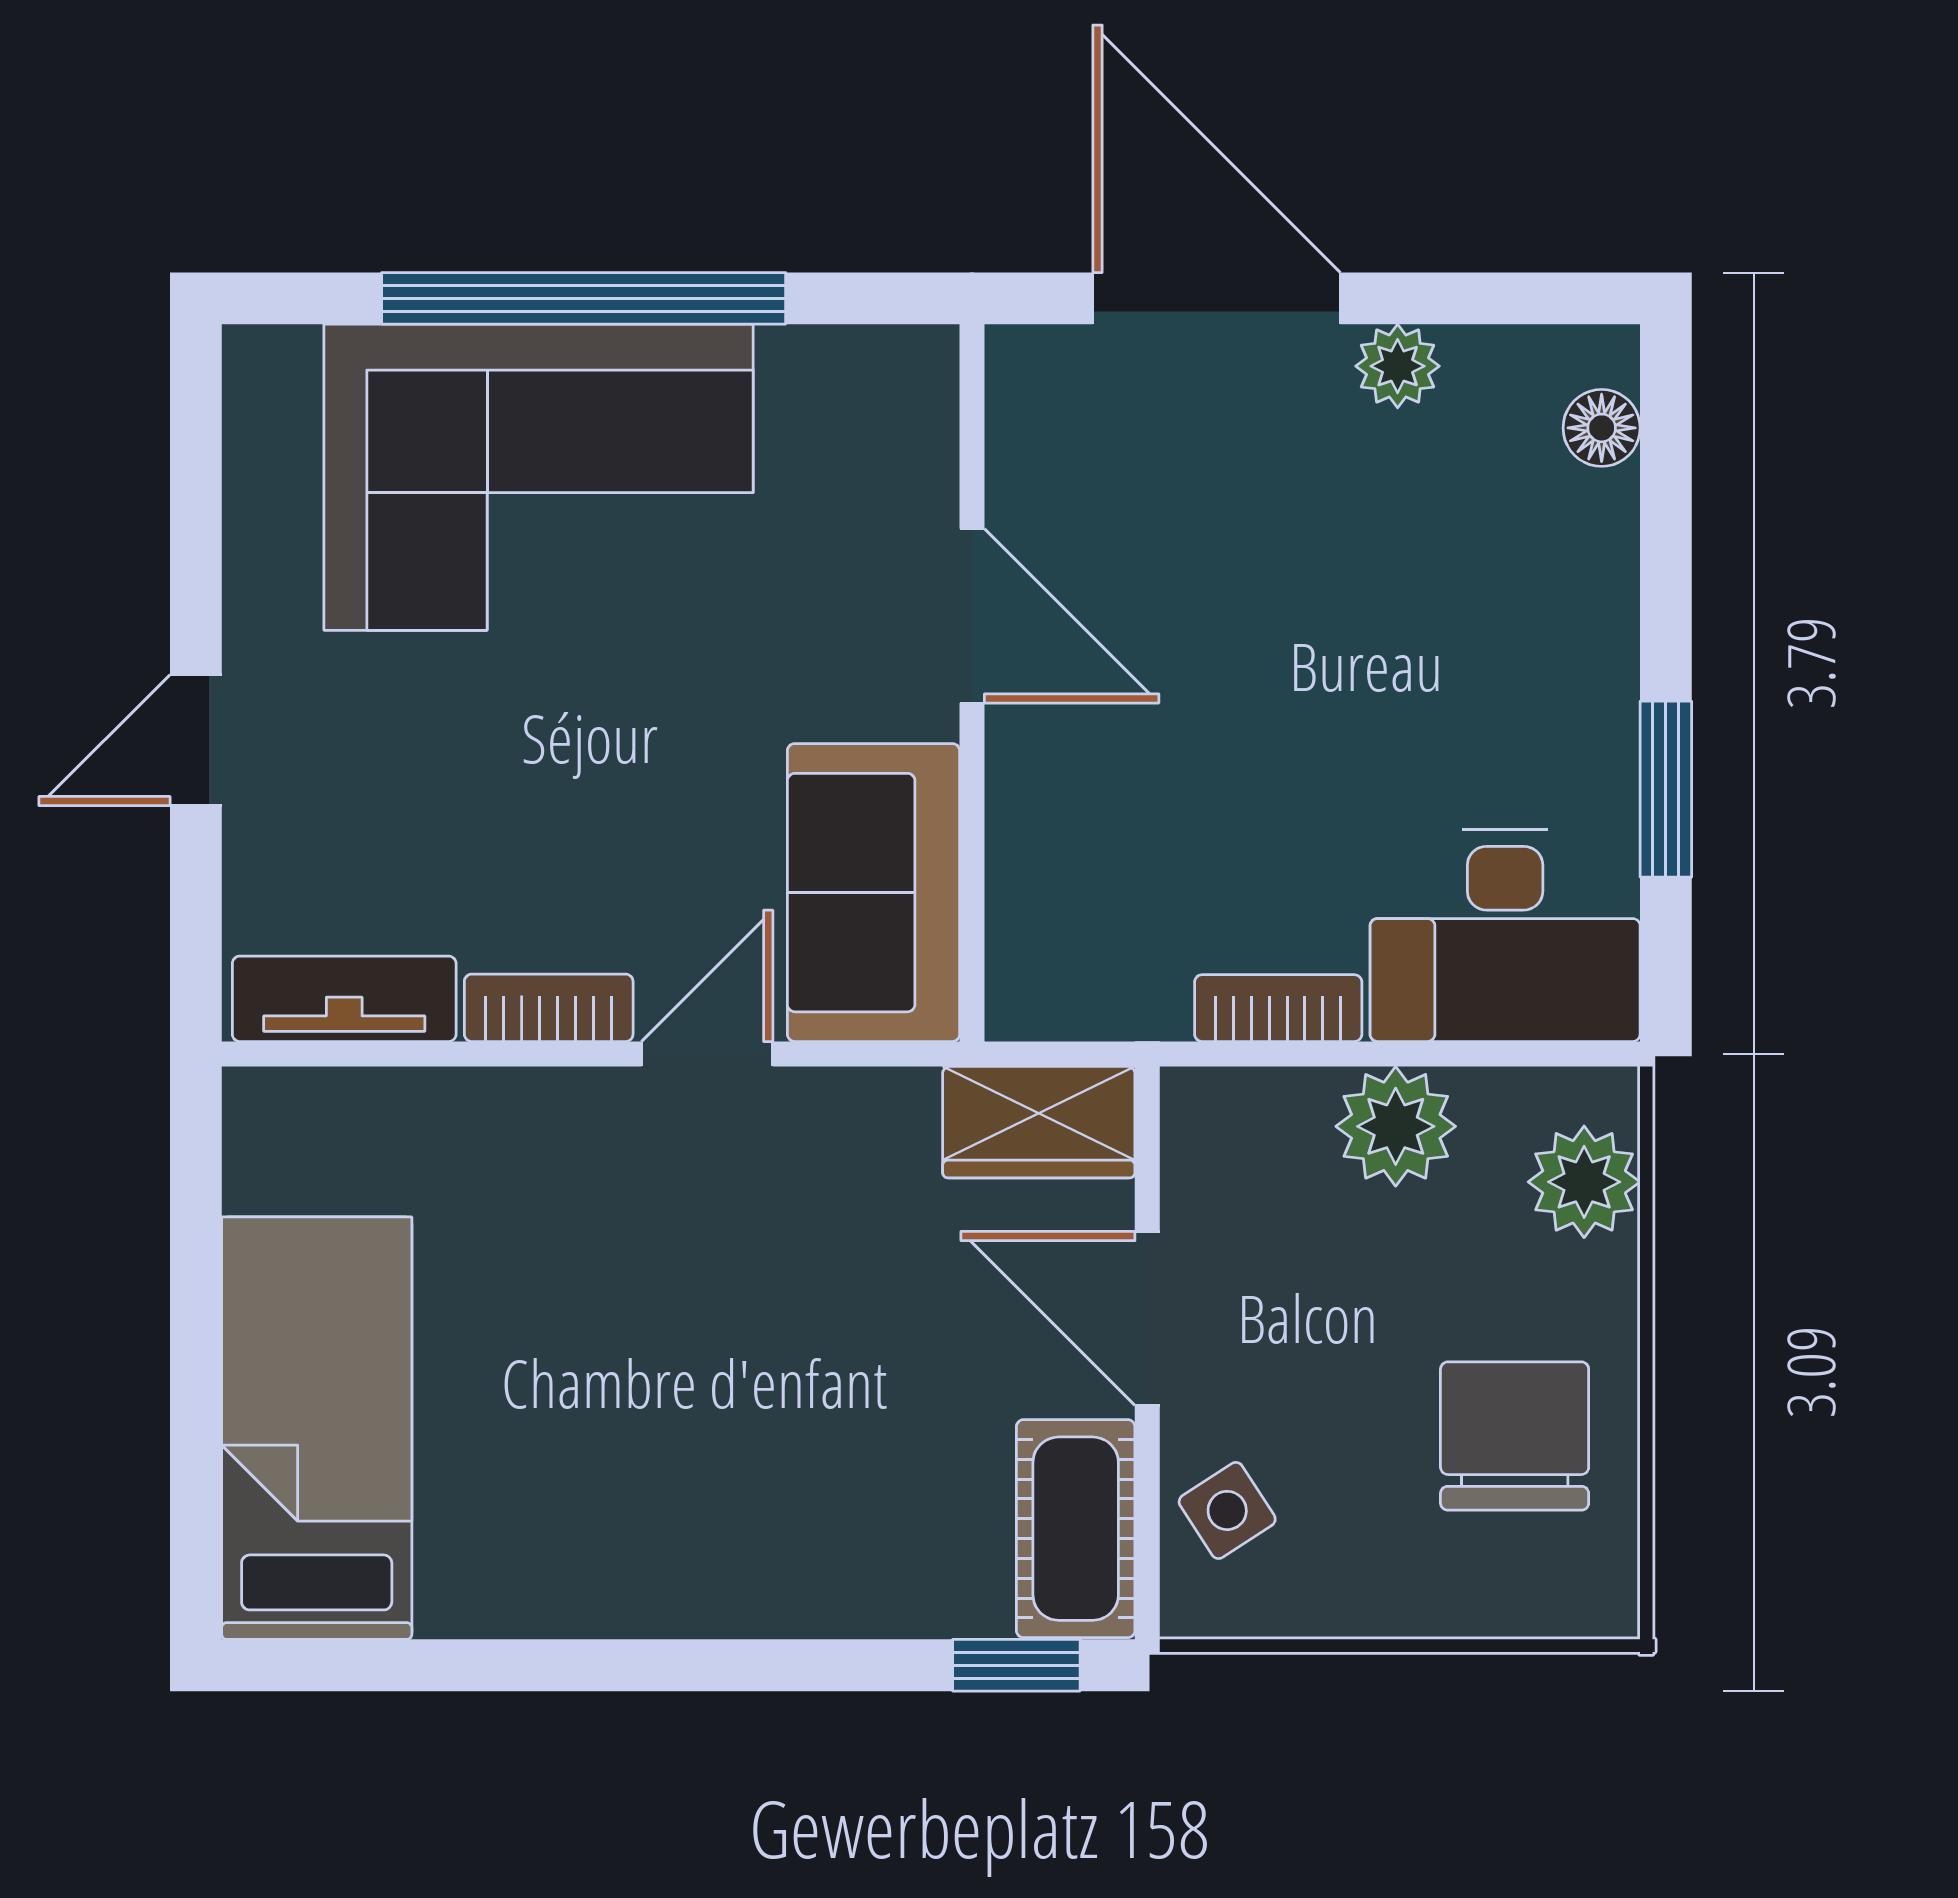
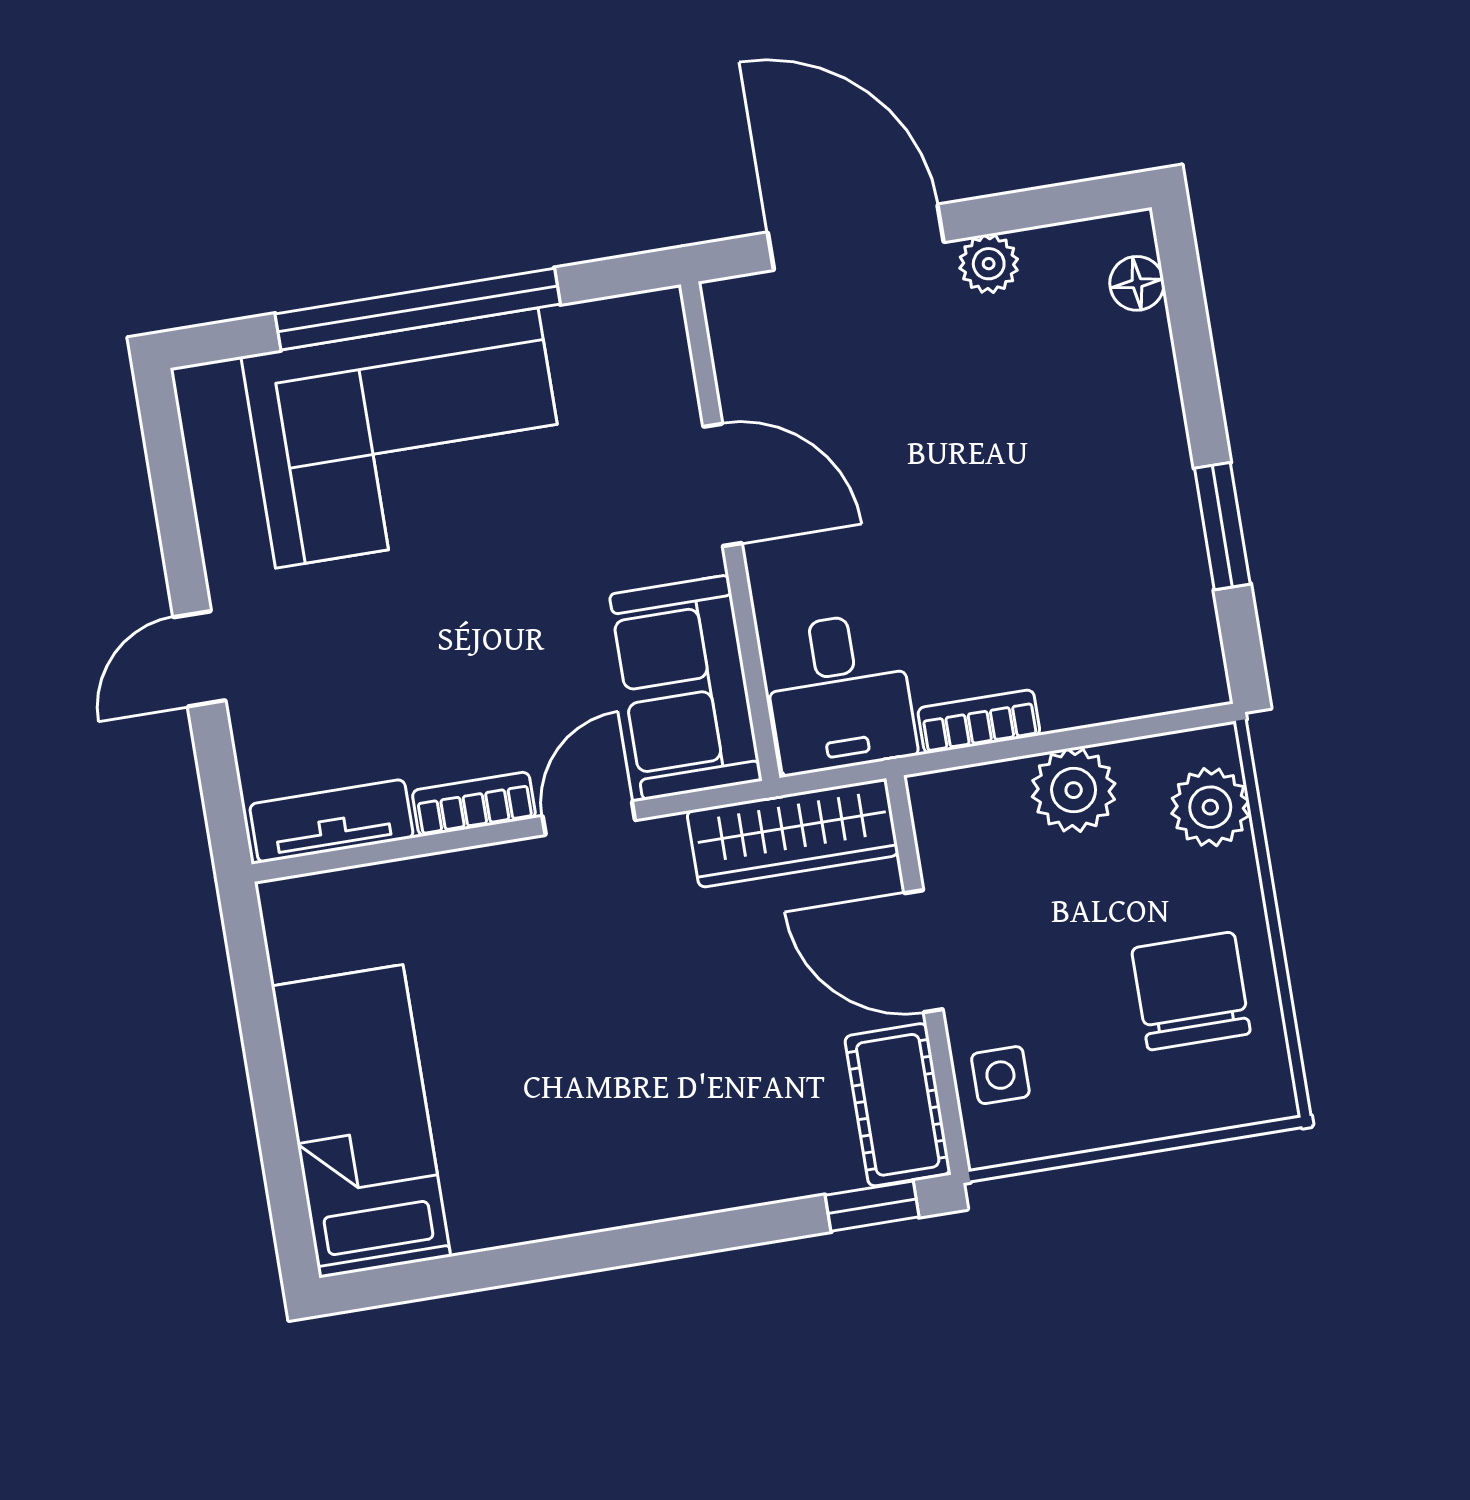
desk: (1505, 936) -> (839, 693), moved, width x0.73
wardrobe: (1039, 1122) -> (793, 833), width x1.50
side table: (1227, 1510) -> (1000, 1075), turned 33

